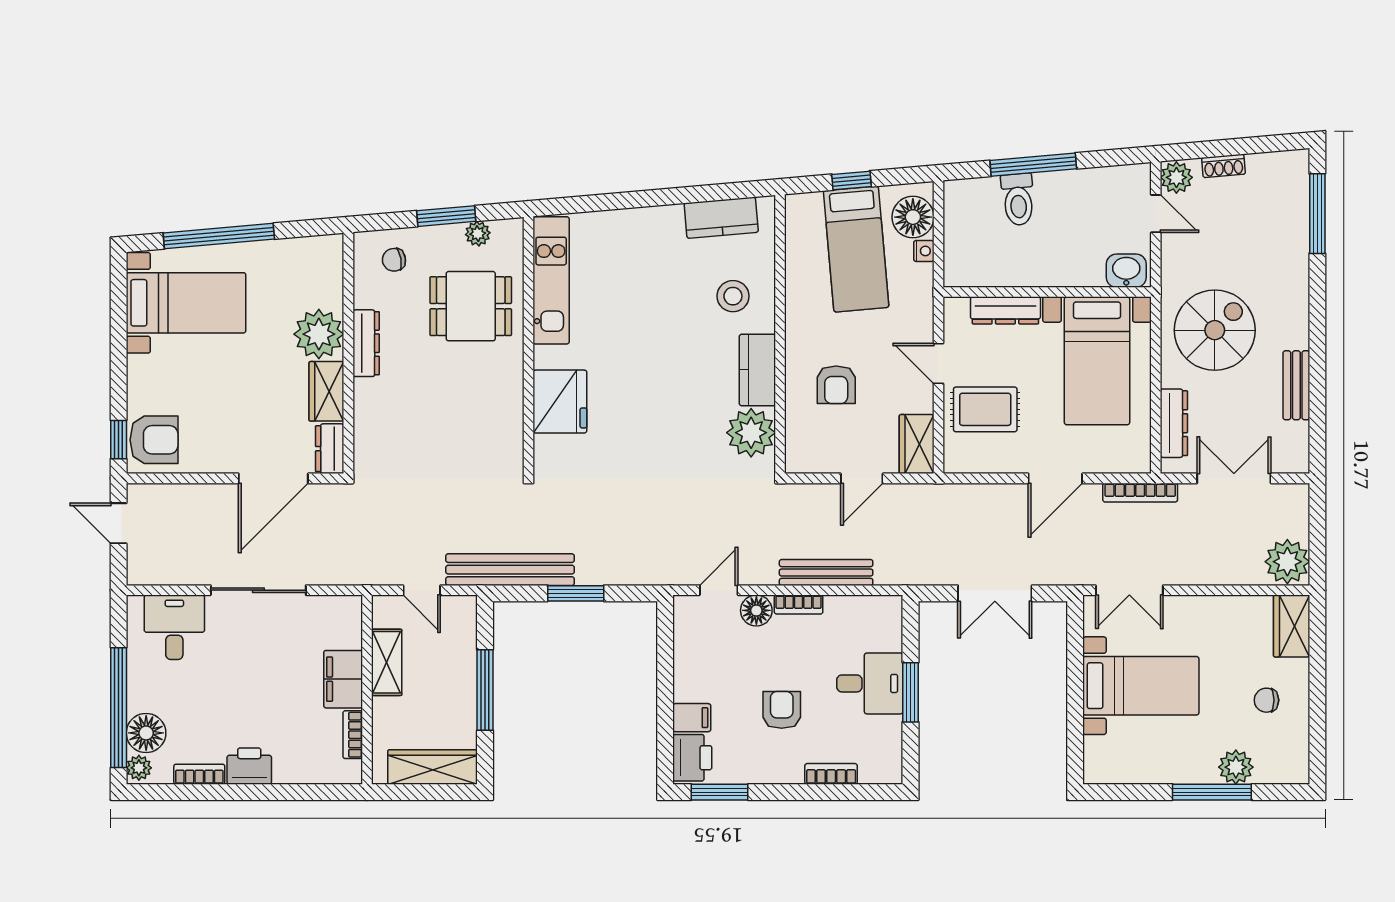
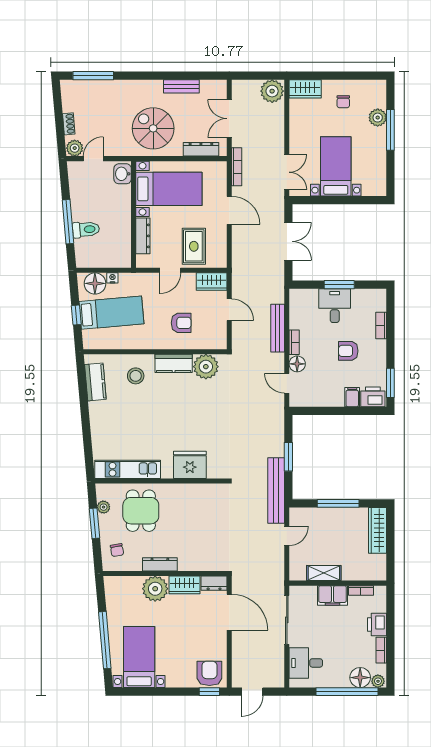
shelving: (387, 662) -> (324, 573), moved
filing cabinet: (343, 679) -> (332, 595), moved
wall: (367, 690) -> (338, 583), moved
bookcase: (353, 735) -> (361, 590), moved

